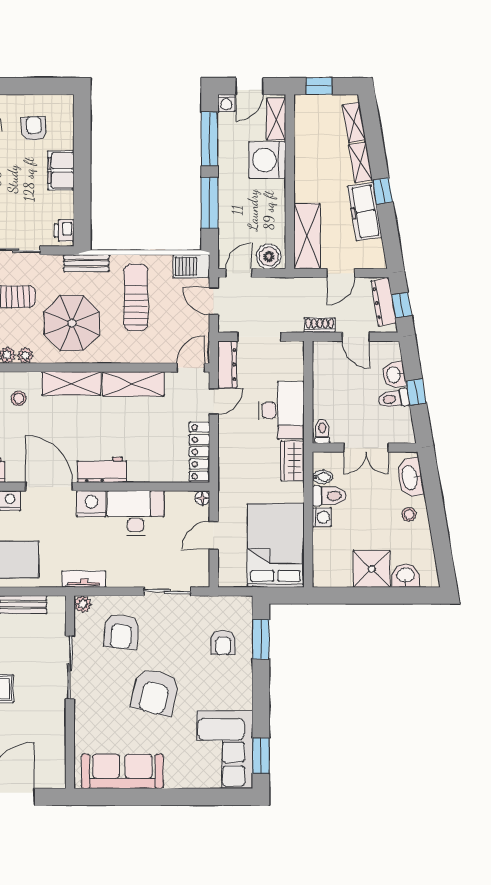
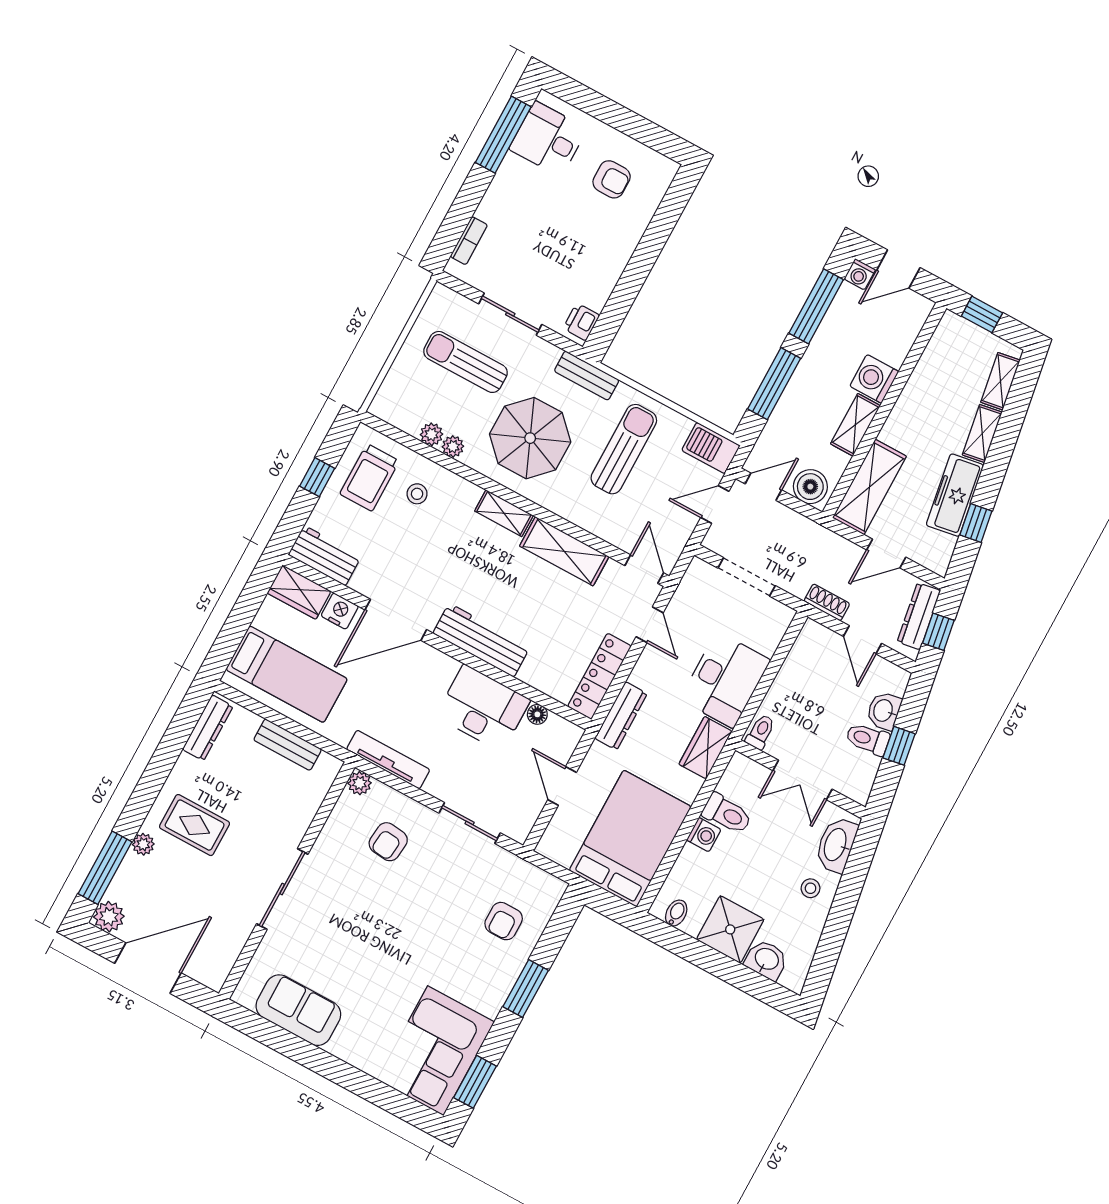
shelving: (276, 119) -> (855, 425), moved
armchair: (34, 128) -> (612, 179), turned 94
washing machine: (267, 160) -> (874, 379), width x0.73, depth x0.73
filing cabinet: (61, 170) -> (617, 247), removed
window: (383, 191) -> (976, 523), moved
door: (214, 301) -> (715, 504), hinge flipped
dresser: (227, 364) -> (621, 716), moved
door: (191, 367) -> (644, 569), hinge flipped
shelving: (71, 383) -> (504, 513), width x0.67, depth x0.75
door: (214, 401) -> (650, 625), hinge flipped
workbench: (102, 470) -> (481, 640), width x1.38
bidet: (322, 477) -> (676, 913), moved, turned -90
door: (49, 487) -> (396, 620), swing flipped
floor lamp: (202, 498) -> (537, 714), moved
nightstand: (91, 504) -> (435, 668), removed
door: (214, 535) -> (562, 786), hinge flipped
tv unit: (84, 579) -> (388, 760), width x1.41
armchair: (121, 632) -> (388, 842), width x0.72, depth x0.72
window: (261, 639) -> (526, 989), moved
sliding door: (70, 667) -> (282, 889), moved
armchair: (155, 692) -> (389, 936), removed
sofa: (122, 771) -> (298, 1010), width x0.73

